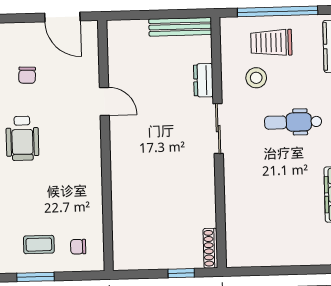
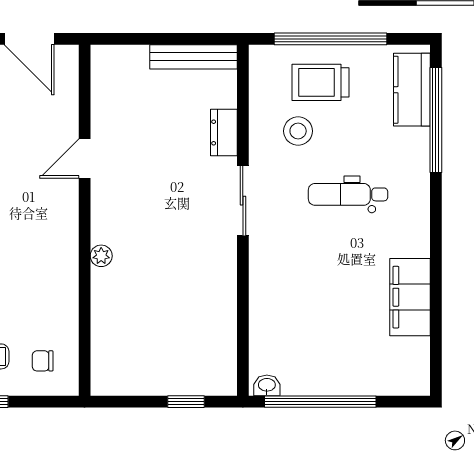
door: (104, 101) -> (85, 158), swing flipped
plant: (118, 171) -> (101, 256), added
shoe rack: (210, 248) -> (228, 368), removed
washbasin: (239, 260) -> (267, 385), added
window: (277, 271) -> (320, 402), added

